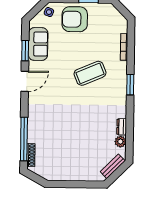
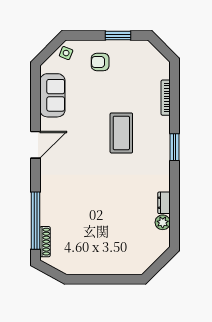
armchair: (75, 19) -> (100, 62), width x0.53, depth x0.53
window: (25, 51) -> (36, 104), removed
coffee table: (90, 73) -> (121, 133), turned -67
bench: (113, 166) -> (153, 255), removed

